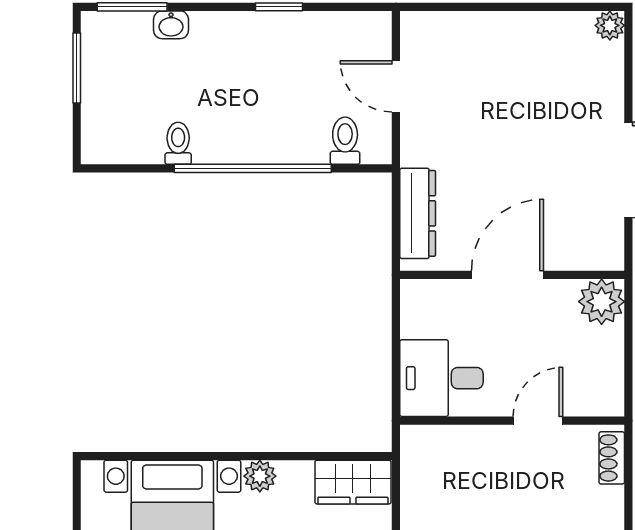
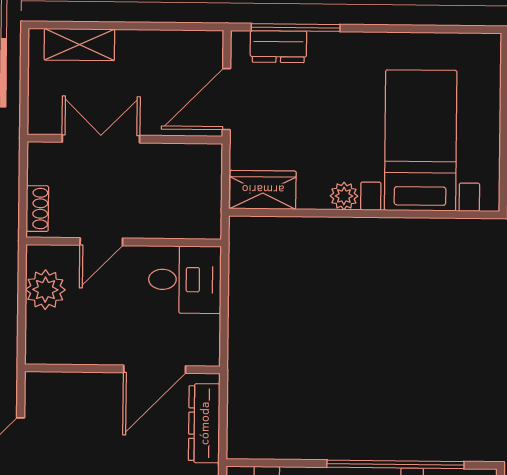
window: (253, 168) -> (395, 464), moved
door: (508, 275) -> (155, 369), moved
plant: (602, 302) -> (45, 290), moved

